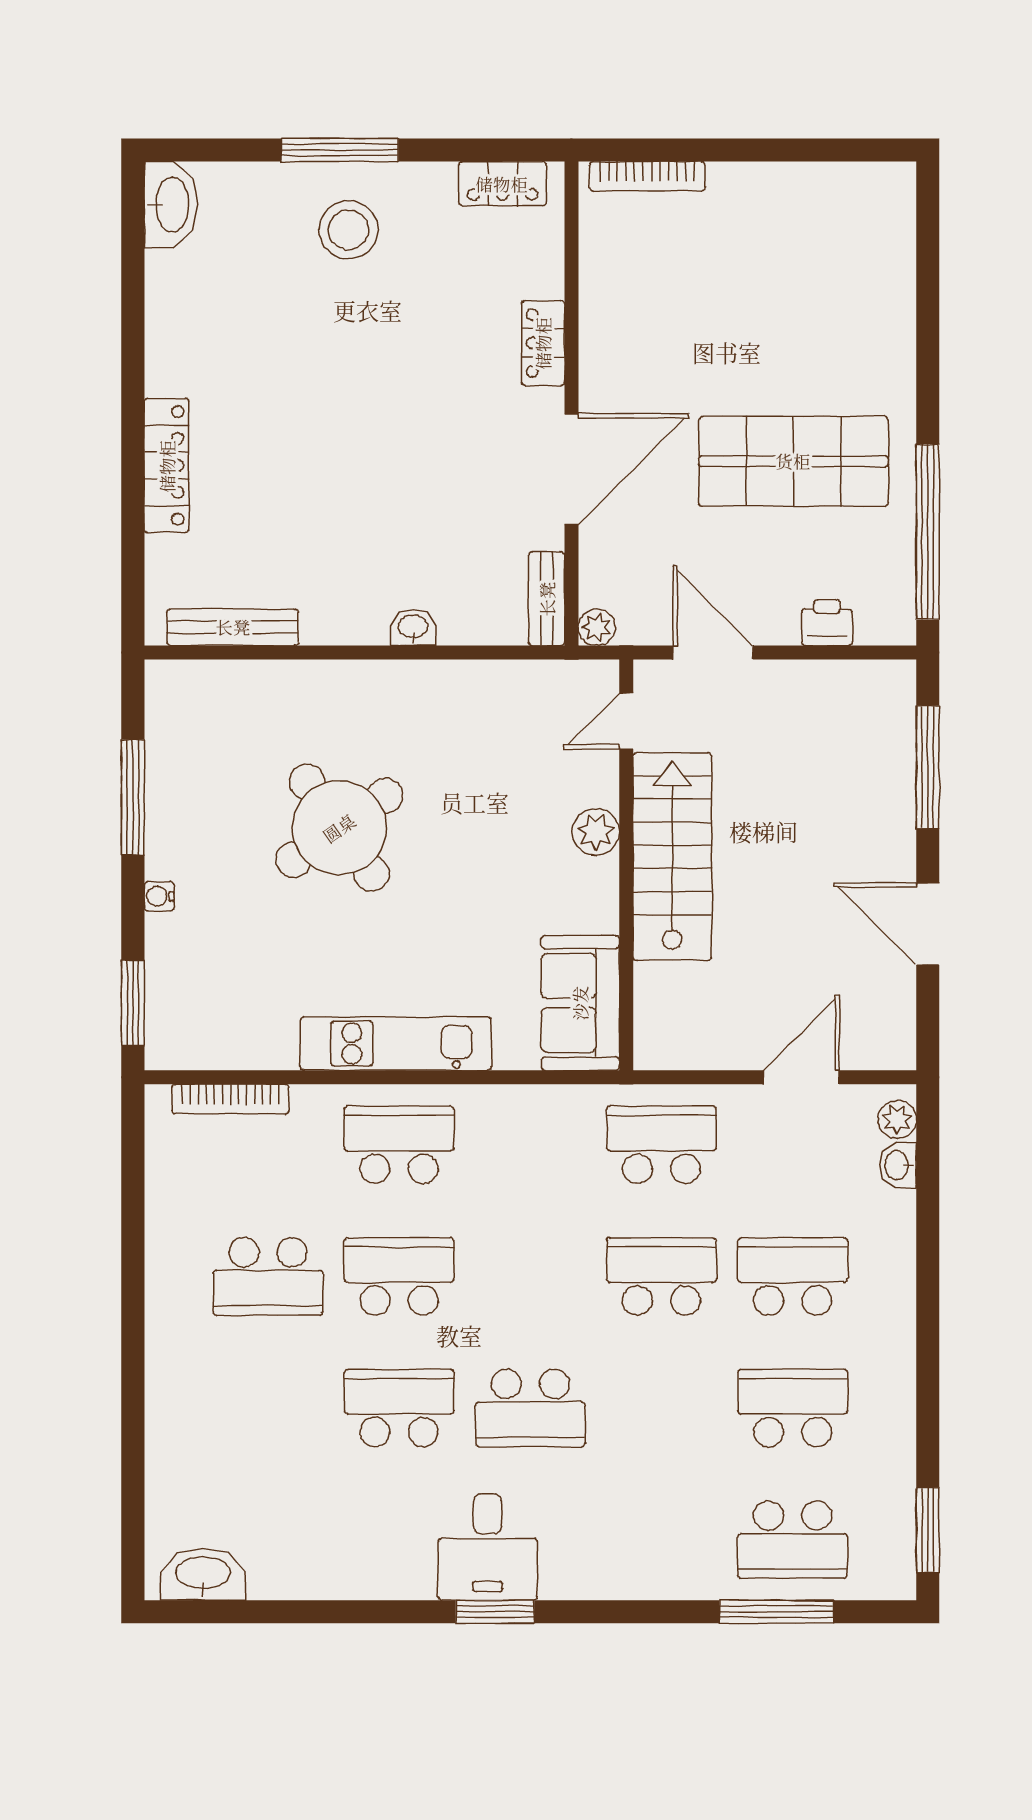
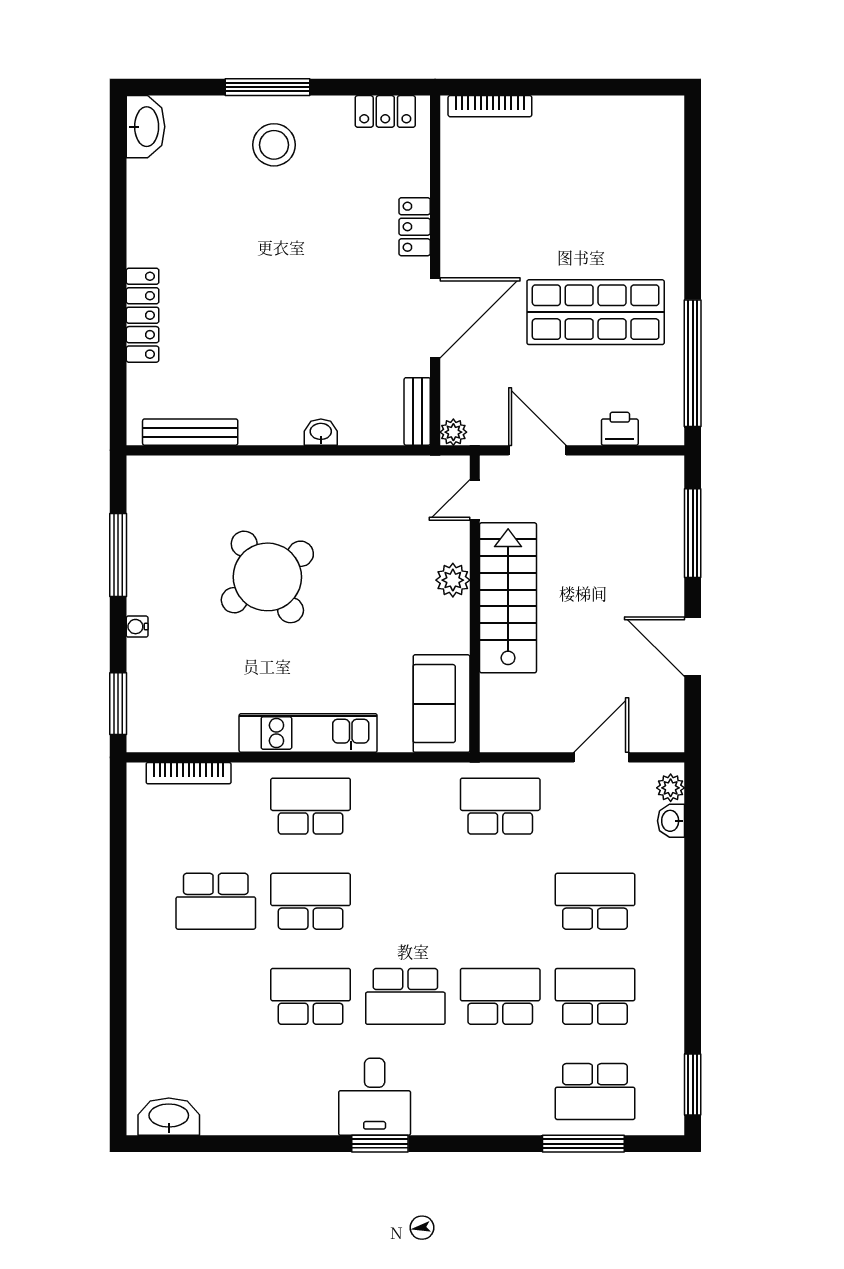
school desk: (661, 1276) -> (500, 996), moved

